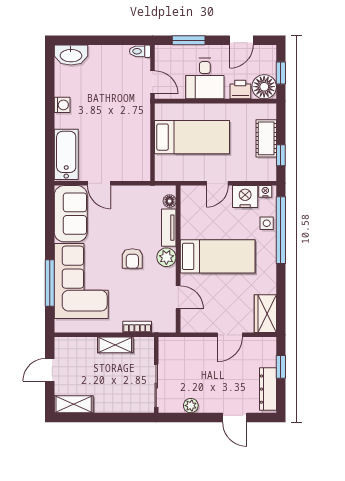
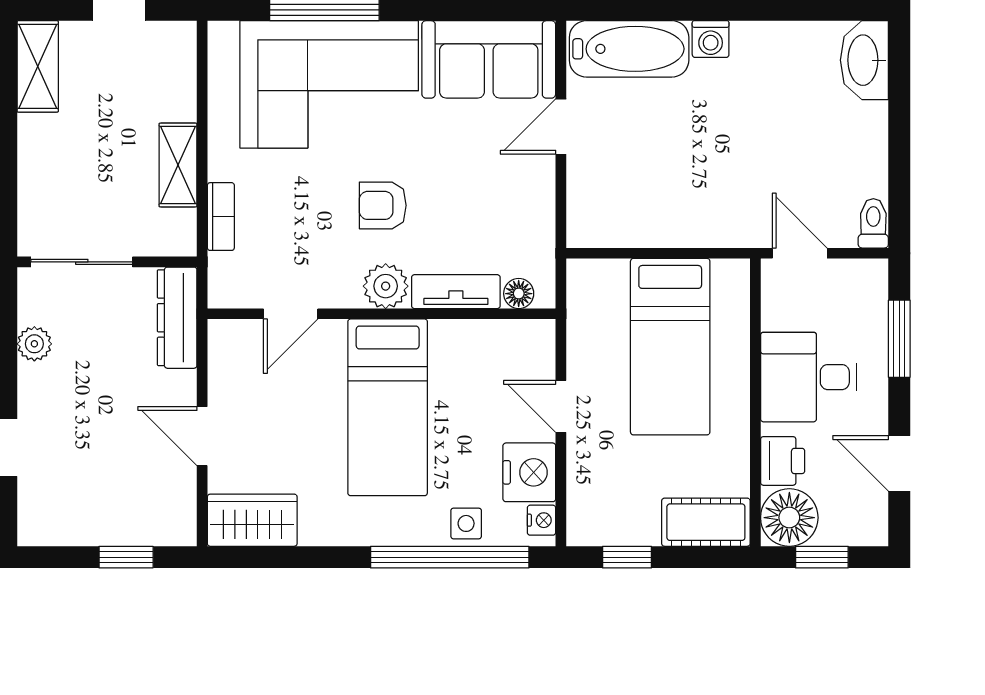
door: (153, 82) -> (800, 253), swing flipped
washing machine: (62, 105) -> (711, 39), moved
cot: (266, 138) -> (706, 522), moved
dresser: (268, 389) -> (177, 318), moved, turned -90

